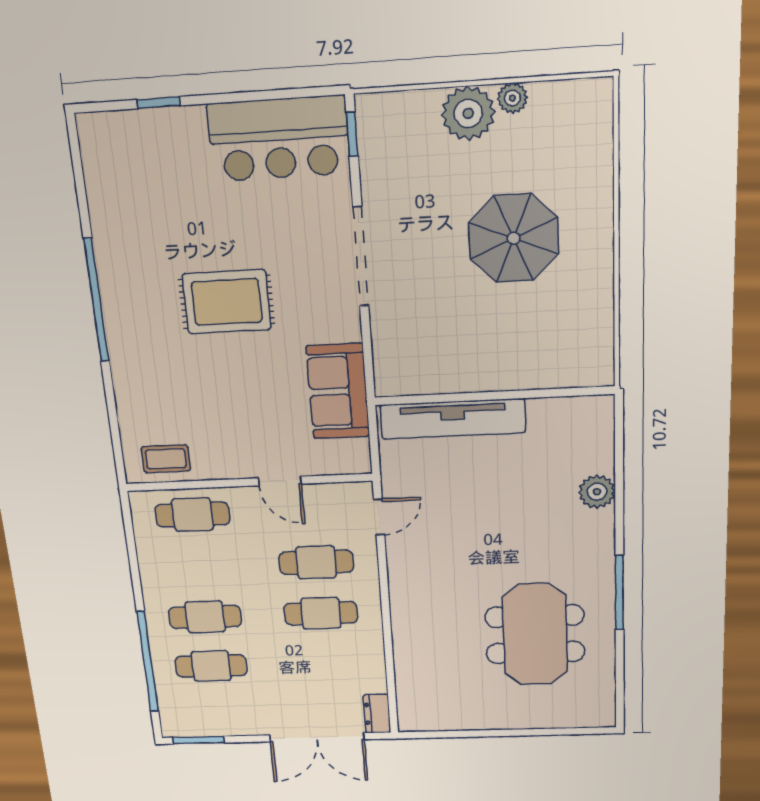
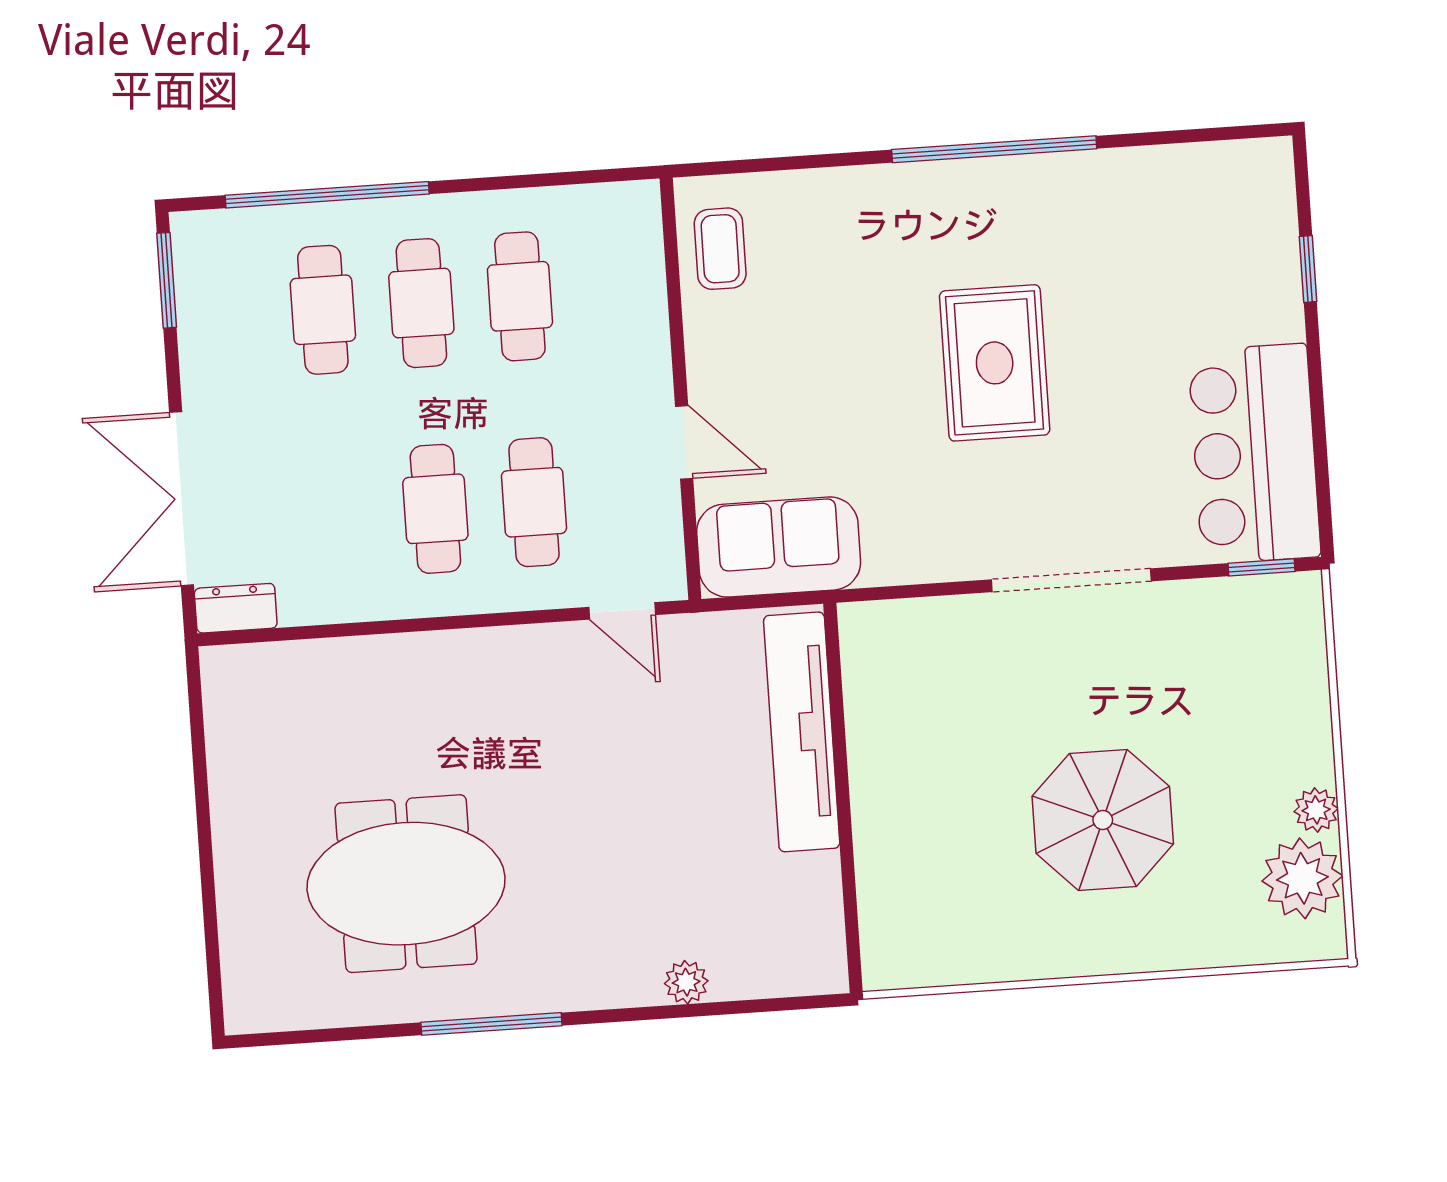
plant: (468, 113) -> (1302, 878), moved
sofa: (338, 391) -> (779, 547), moved
door: (280, 481) -> (684, 442), swing flipped
plant: (597, 492) -> (686, 982), width x0.73, depth x0.73
cafe table: (192, 515) -> (520, 296), moved

